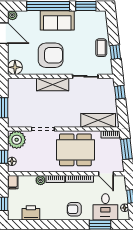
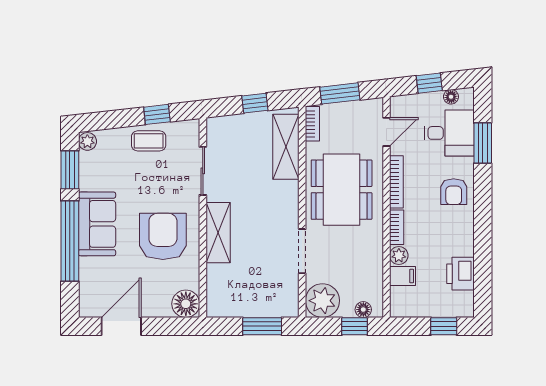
plant: (12, 15) -> (87, 141), moved
window: (120, 92) -> (255, 103), moved
filing cabinet: (13, 182) -> (403, 276), moved

